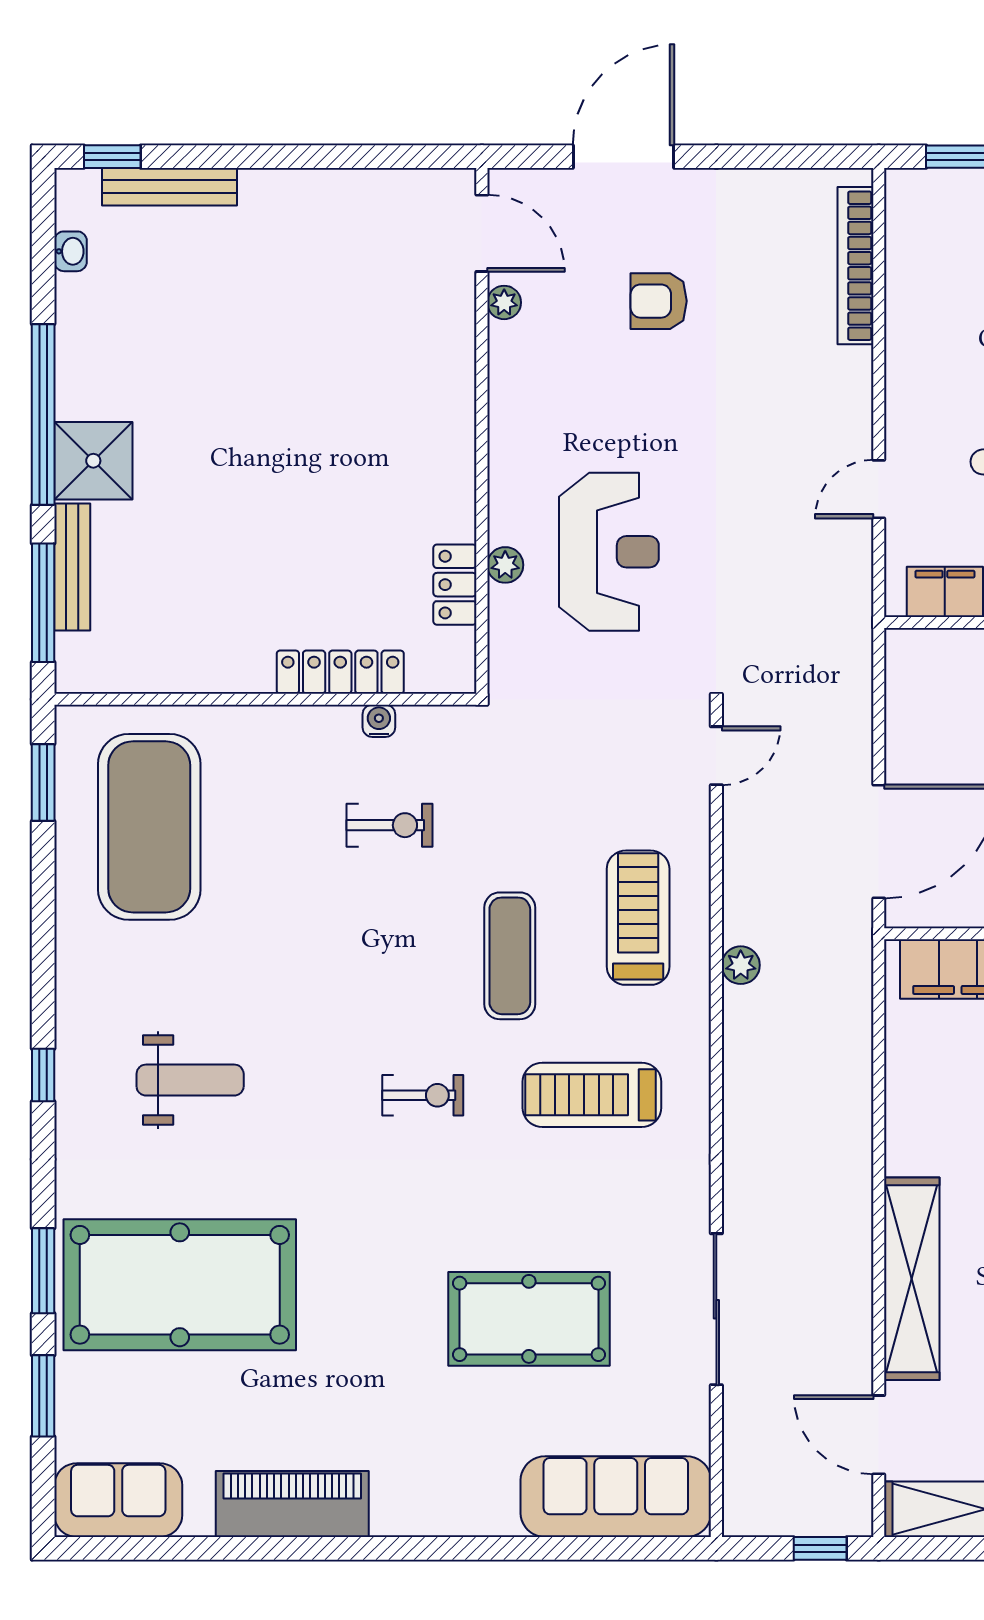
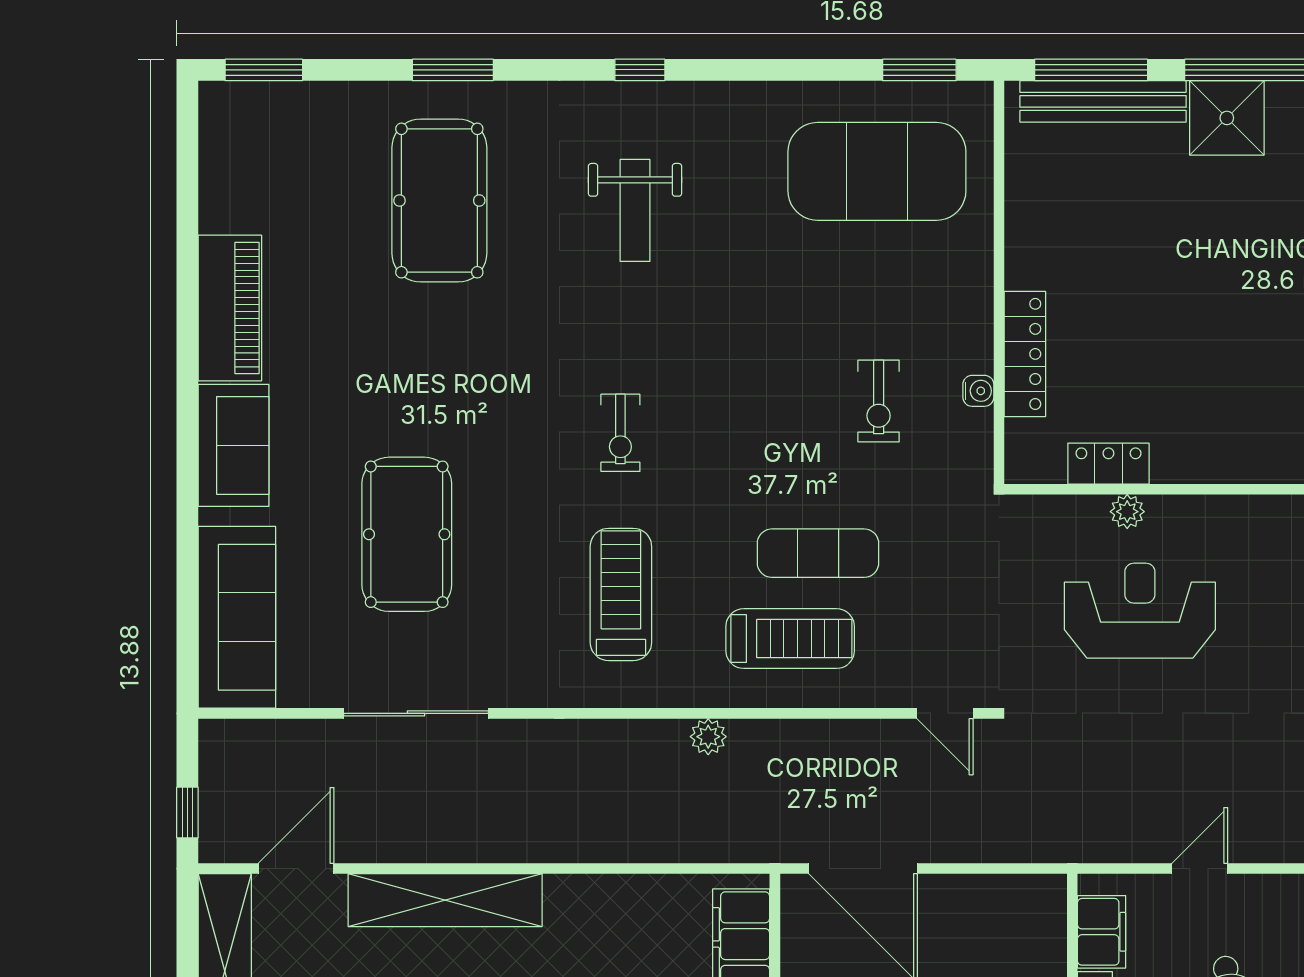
door: (879, 489) -> (1200, 869), hinge flipped
reception desk: (609, 552) -> (1140, 611), turned 180
bench: (72, 567) -> (1103, 101), width x1.37, depth x1.21
exercise mat: (510, 956) -> (818, 553), moved
plant: (741, 965) -> (708, 737), moved
pool table: (180, 1285) -> (439, 201), width x0.73, depth x0.76
window: (43, 1396) -> (264, 70), moved
sofa: (118, 1500) -> (234, 445), moved

